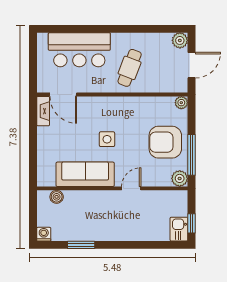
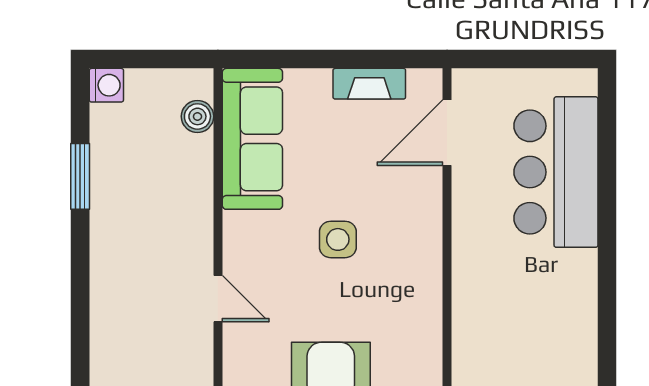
cafe table: (130, 68) -> (512, 294), removed
fireplace: (43, 111) -> (369, 84), moved
sofa: (85, 174) -> (252, 139), moved

